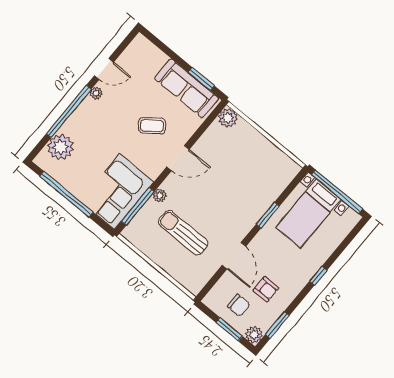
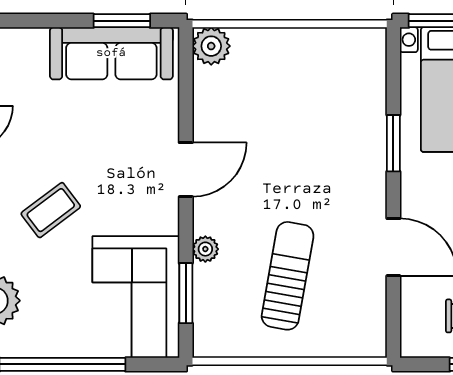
coffee table: (152, 126) -> (51, 210), moved
window: (138, 206) -> (186, 293), width x0.69
sun lounger: (183, 233) -> (288, 276), turned 100

